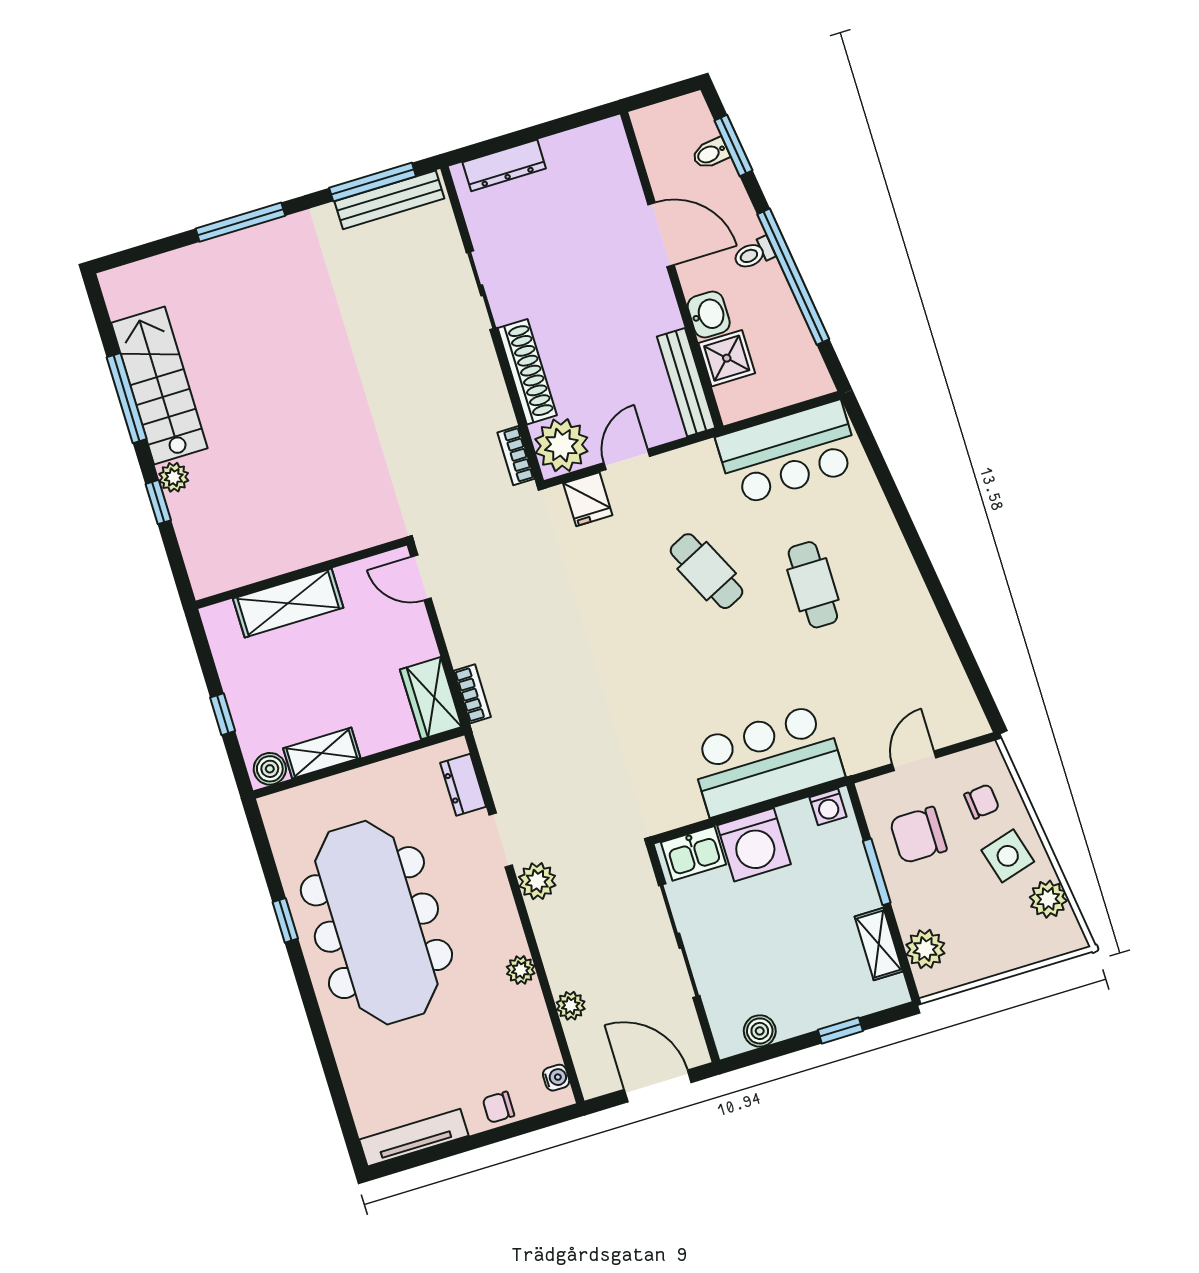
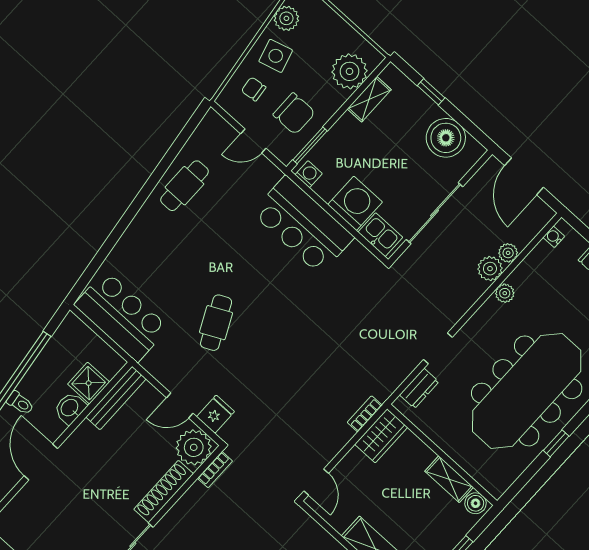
cafe table: (813, 585) -> (185, 186), moved
window: (877, 872) -> (310, 145), moved
plant: (537, 881) -> (490, 269), moved
plant: (925, 949) -> (349, 71), width x1.36, depth x1.36
boiler: (760, 1031) -> (446, 138), width x1.86, depth x1.86

